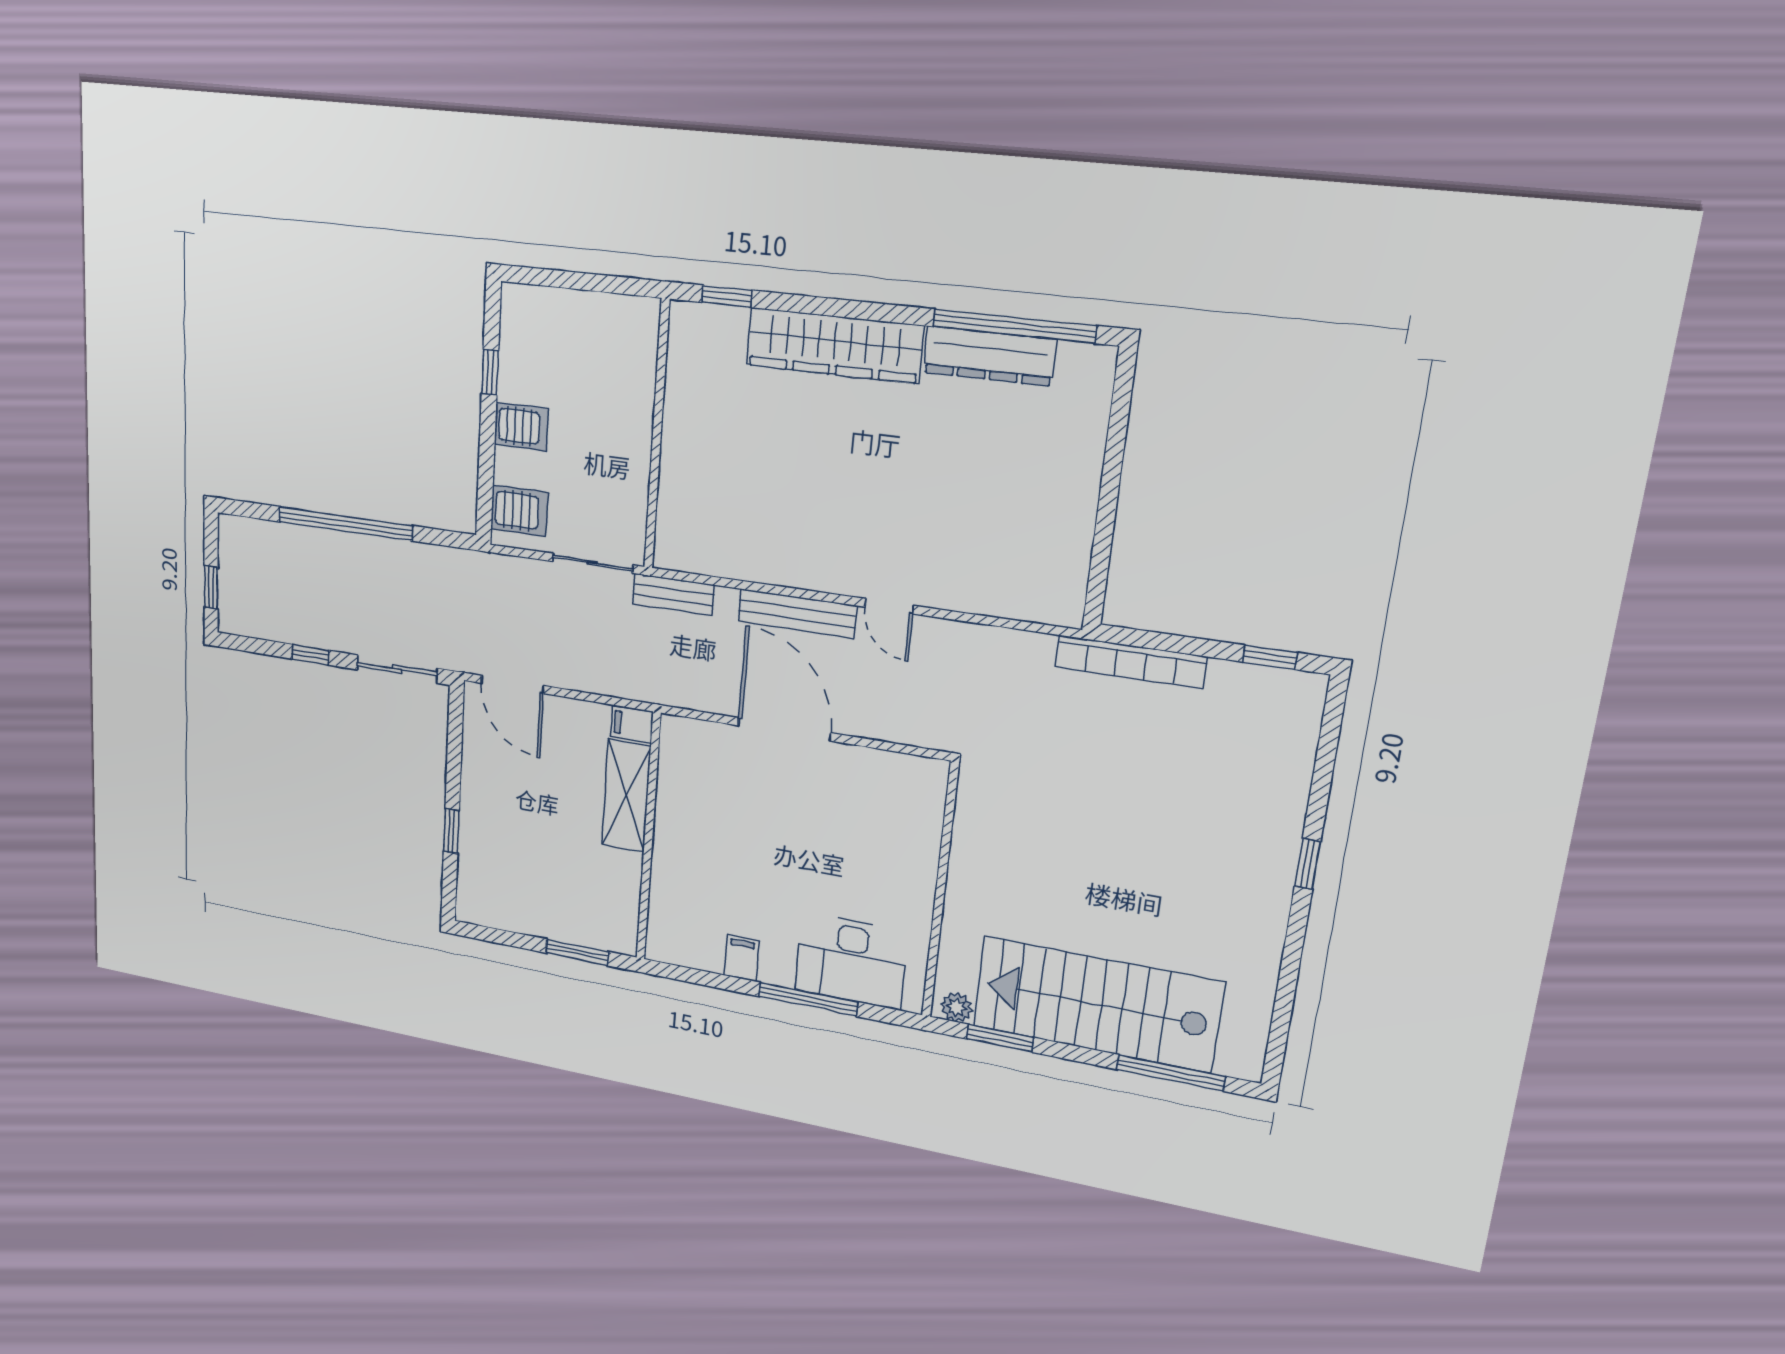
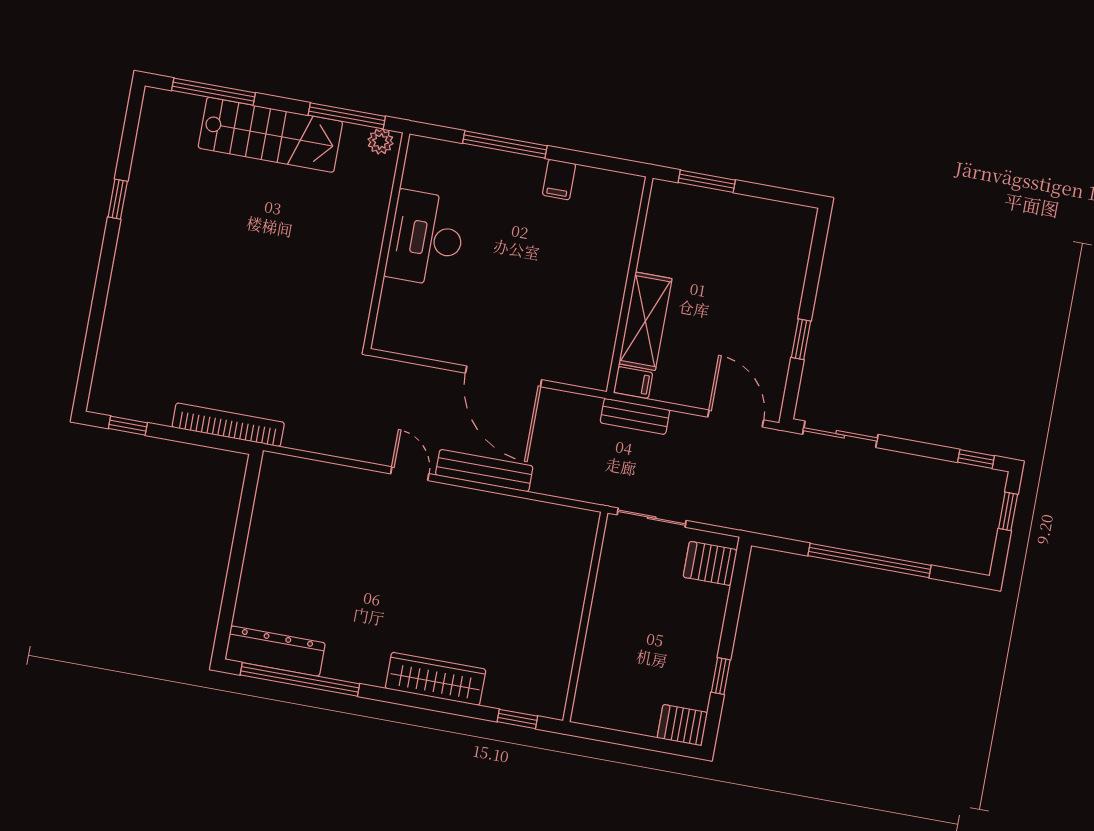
wardrobe: (834, 345) -> (436, 679), width x0.71, depth x0.85
dresser: (989, 356) -> (275, 651), moved
server rack: (521, 427) -> (682, 725), moved
bench: (673, 594) -> (635, 416), moved
window: (310, 655) -> (976, 459), moved
window: (451, 831) -> (801, 339), moved
window: (1307, 864) -> (118, 199), moved
desk: (851, 961) -> (426, 238), moved, turned -90
stairs: (1097, 1004) -> (270, 135), width x0.73, depth x0.66
window: (1000, 1038) -> (347, 116), width x1.44

